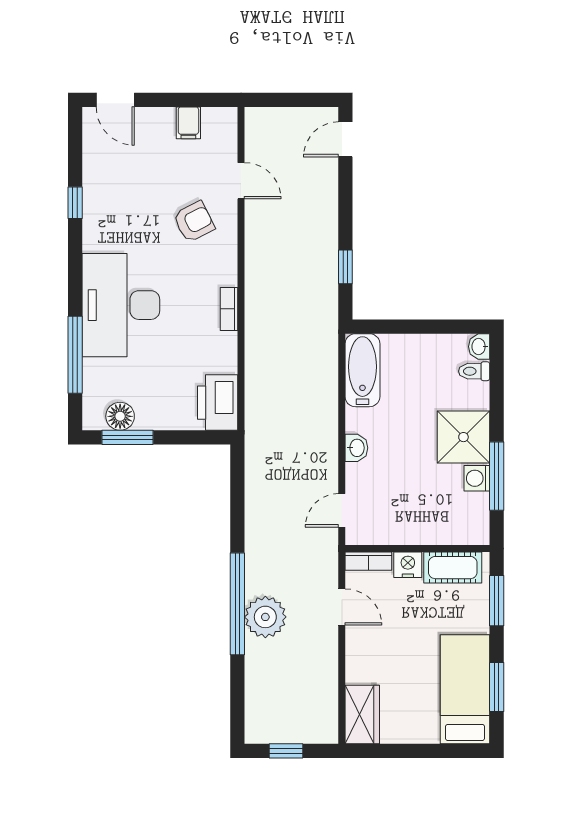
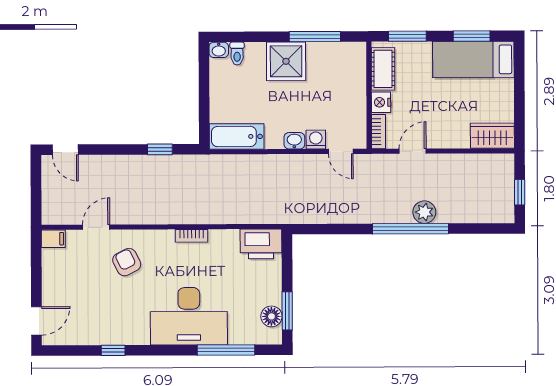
filing cabinet: (188, 123) -> (53, 239), moved
washing machine: (477, 478) -> (316, 140), moved, turned 180
plant: (265, 617) -> (424, 212), width x0.73, depth x0.73

